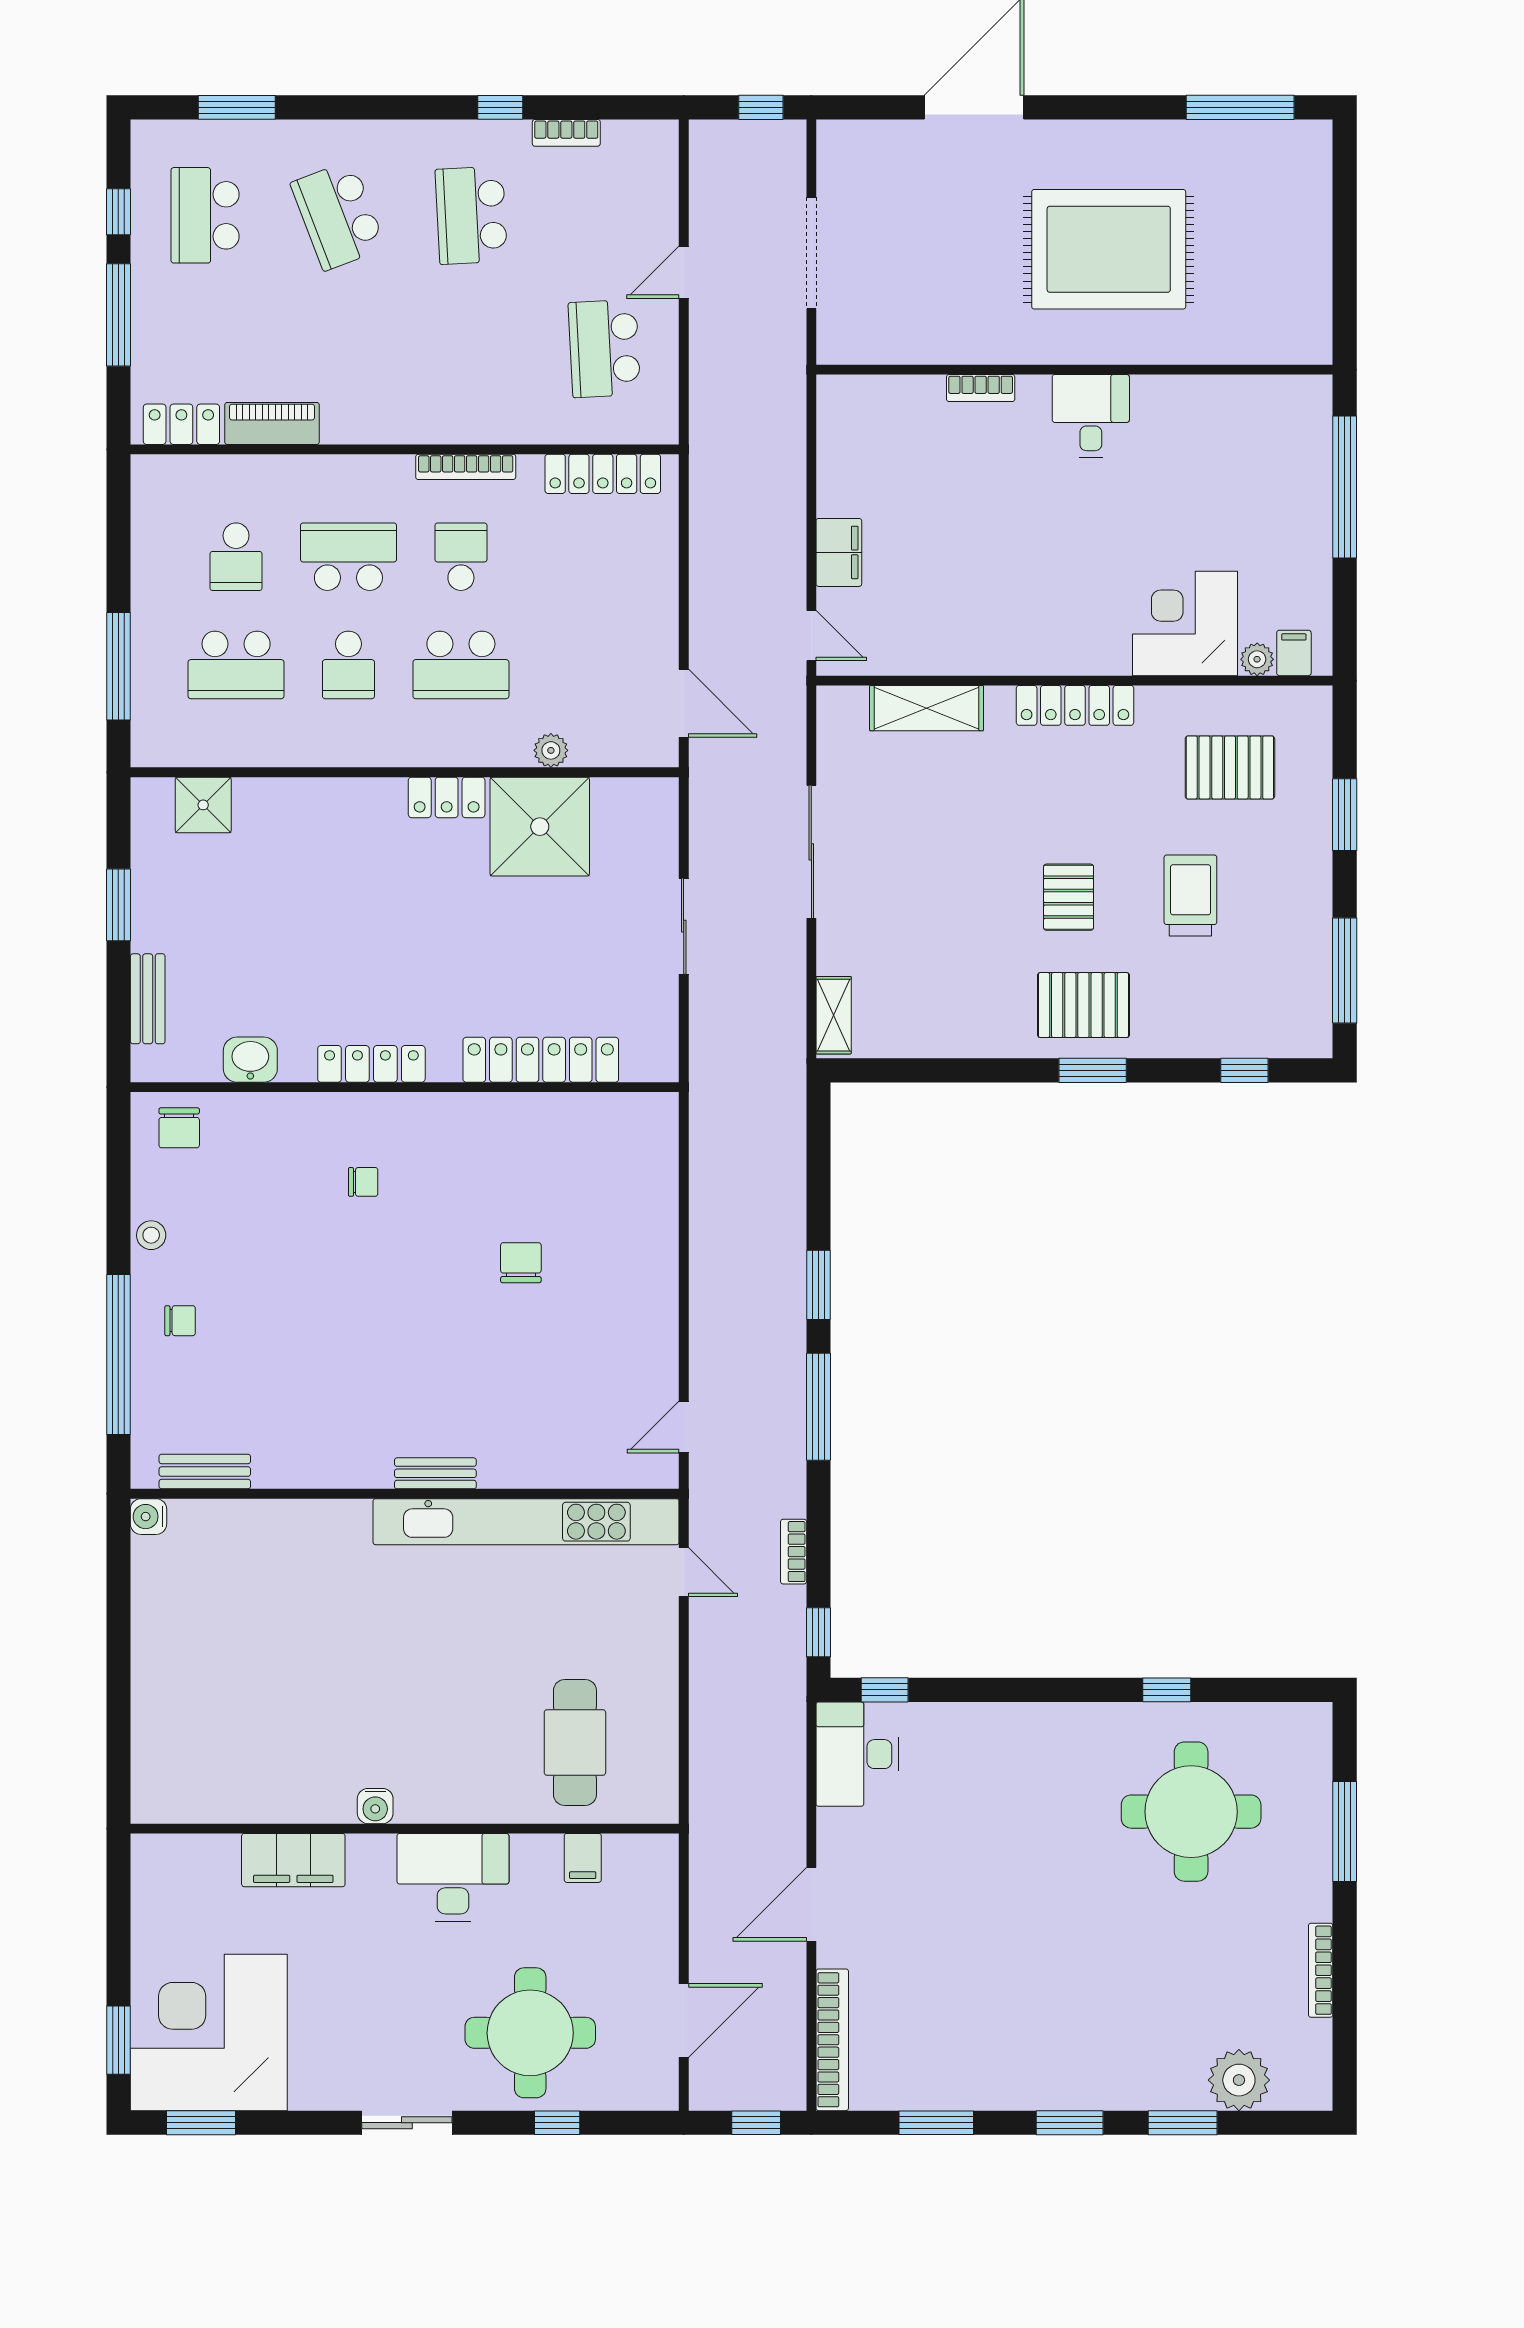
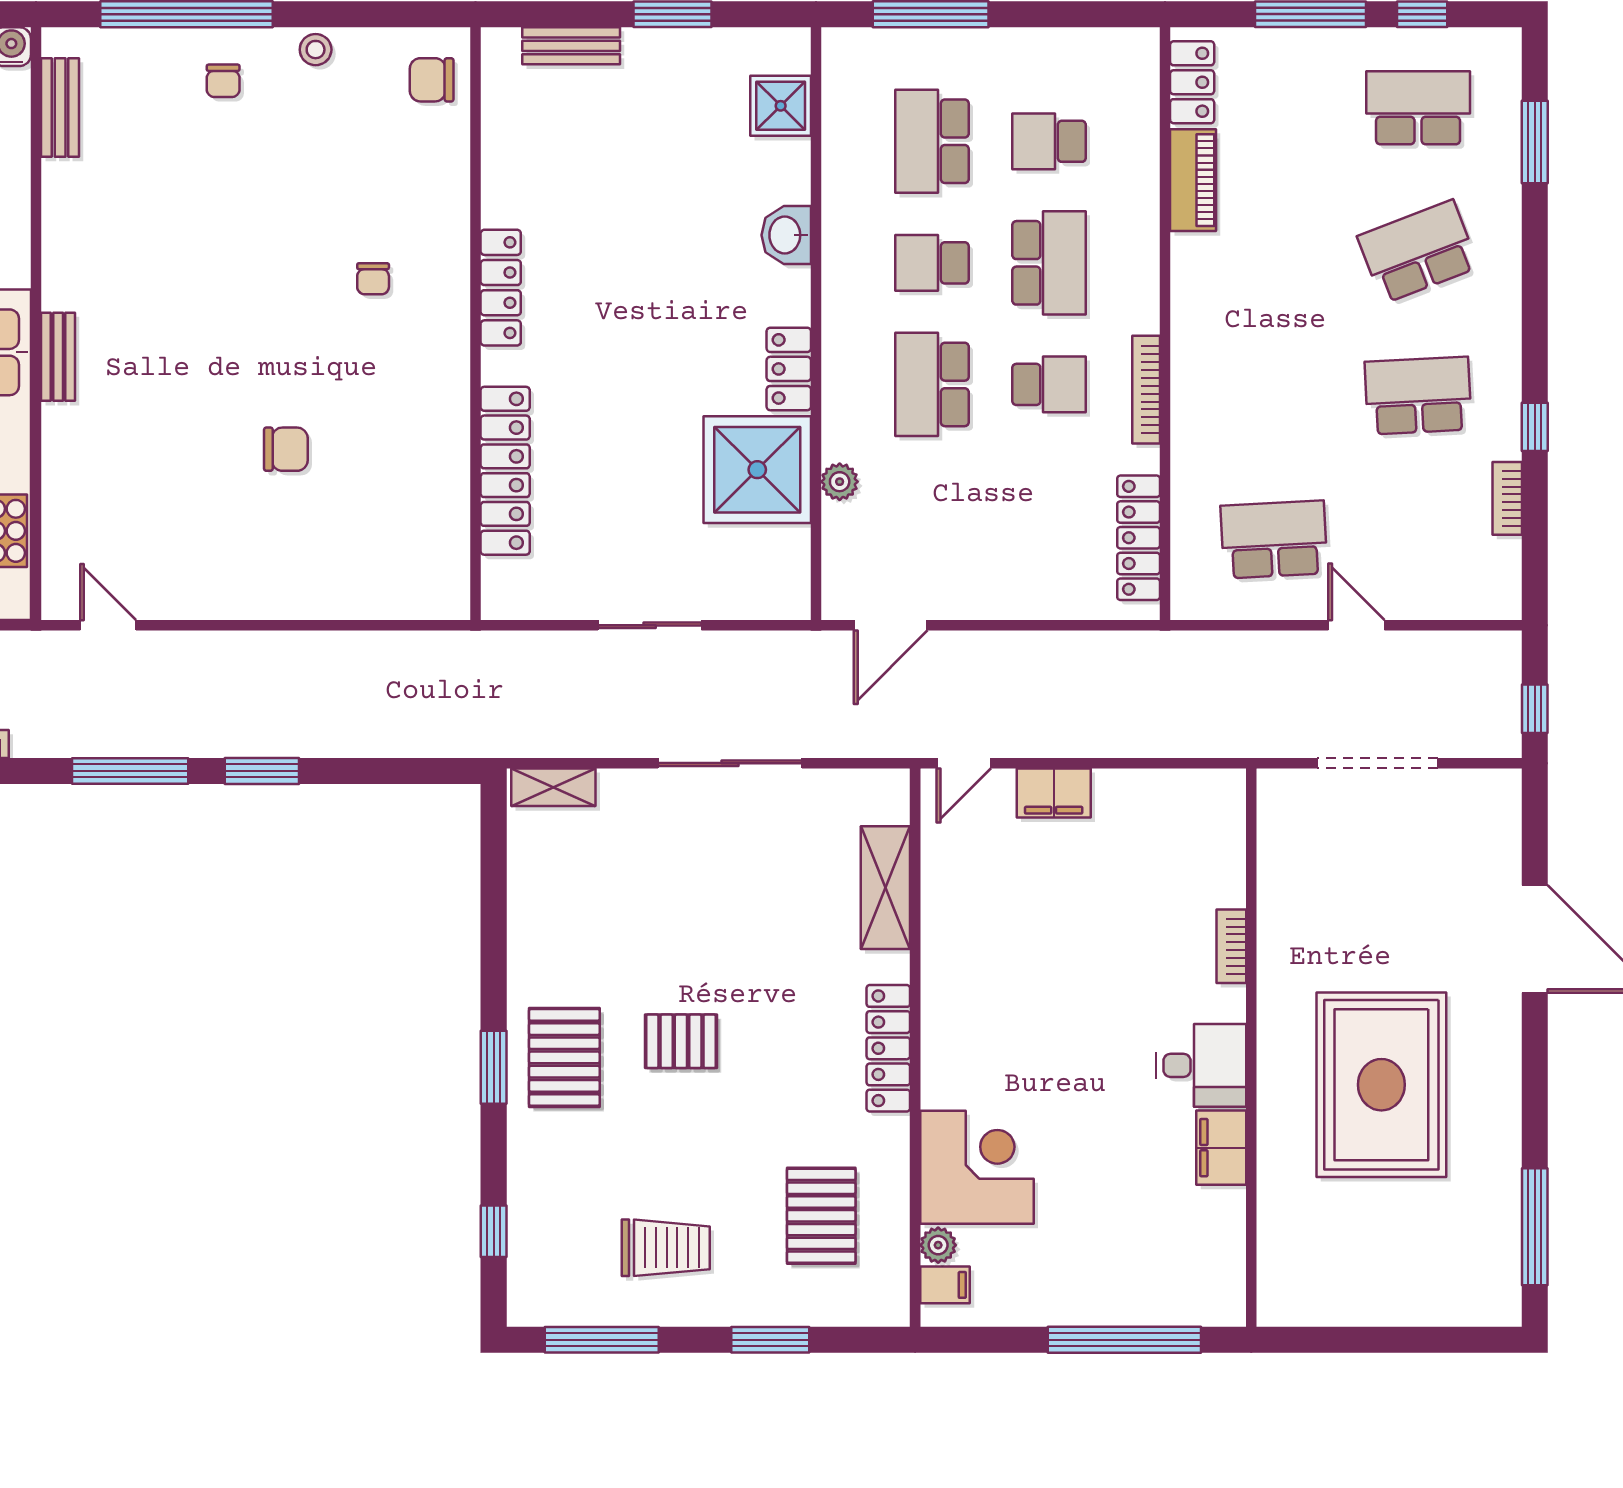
filing cabinet: (1167, 397) -> (1221, 1148), added
trolley: (1190, 895) -> (666, 1248), moved
washbasin: (250, 1060) -> (786, 235), moved, turned 180

